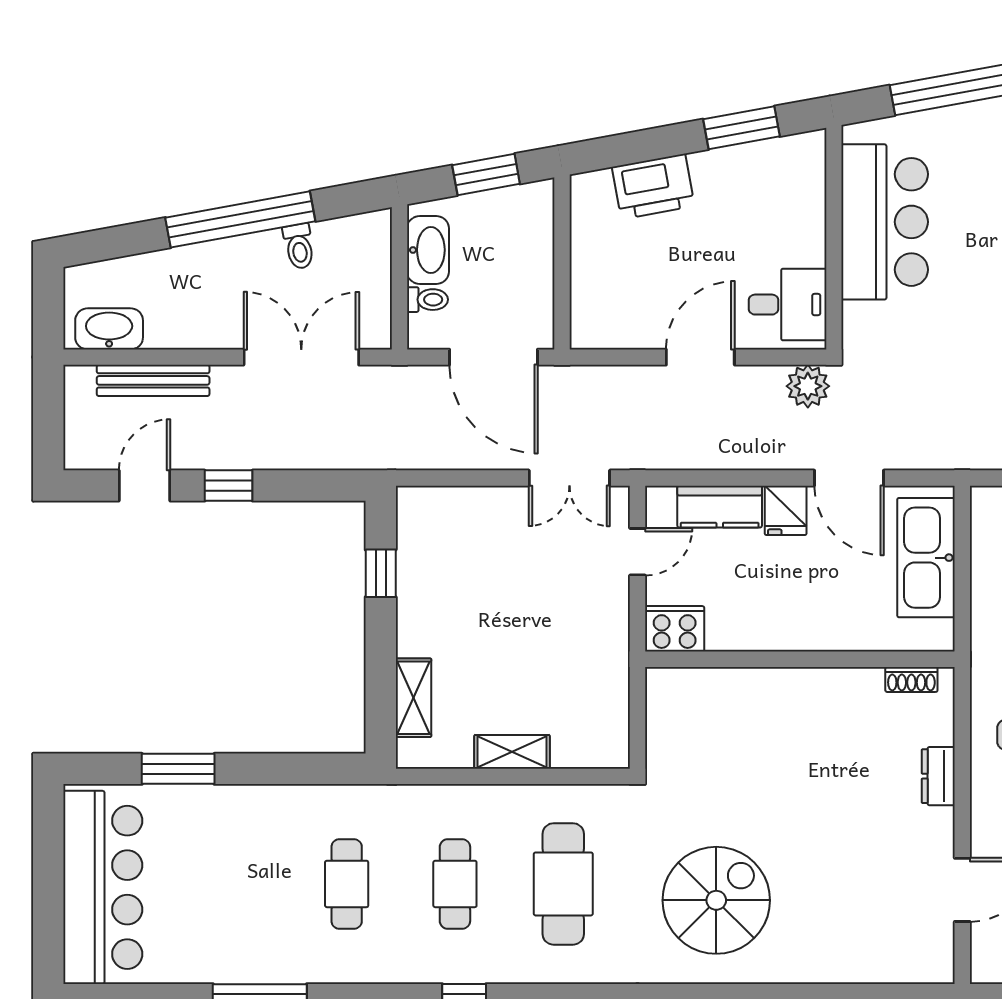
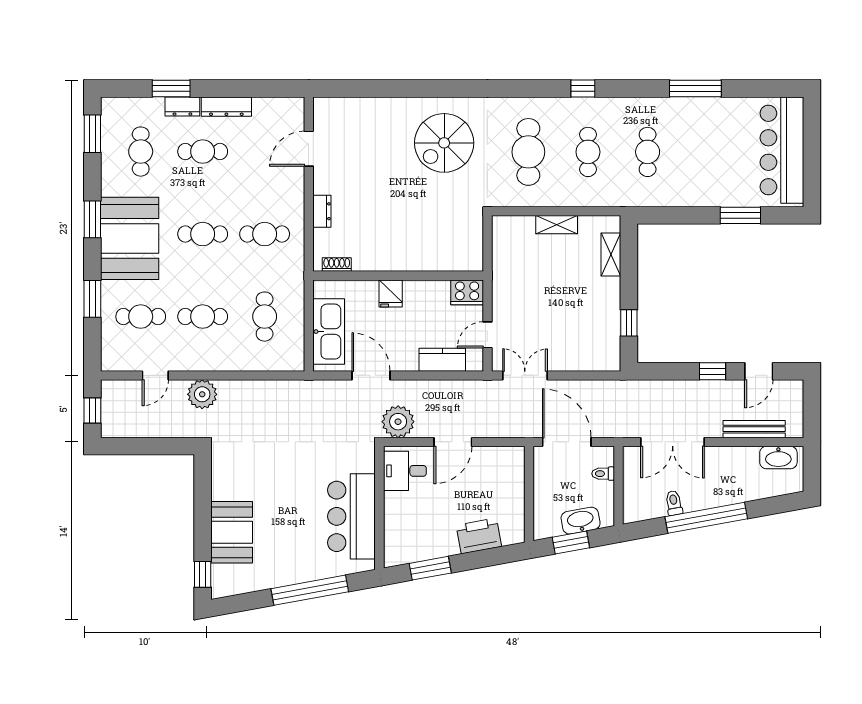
washbasin: (428, 250) -> (581, 521), moved, turned 80
plant: (808, 386) -> (398, 422), width x1.36, depth x1.36
fridge: (786, 510) -> (391, 293), moved, turned 180

